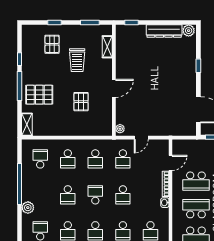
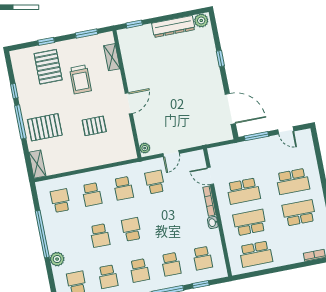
pallet: (52, 44) -> (48, 67), width x1.50, depth x1.42
pallet: (81, 102) -> (94, 126), turned 90
school desk: (123, 159) -> (155, 182), turned 180
door: (171, 163) -> (210, 176), swing flipped
school desk: (123, 195) -> (163, 223), removed

